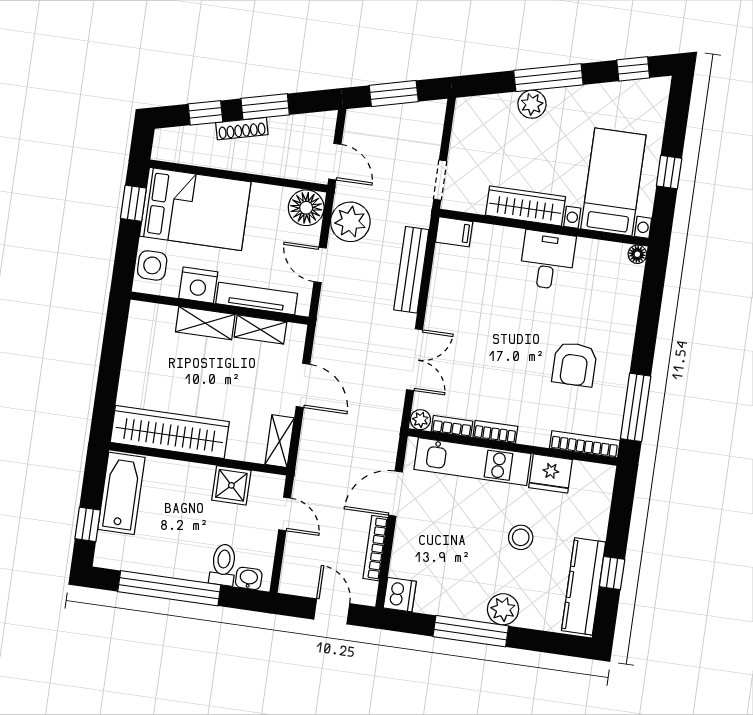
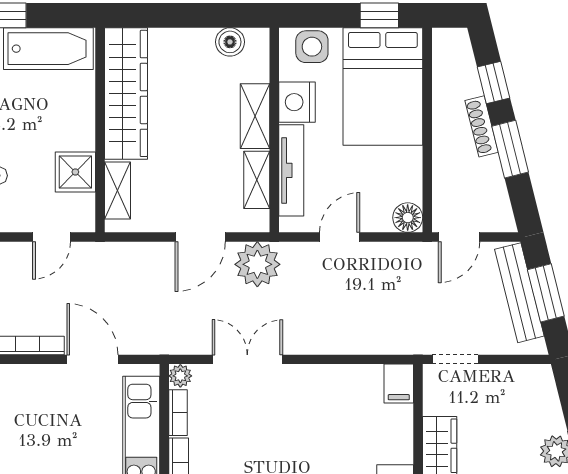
floor lamp: (306, 208) -> (408, 218), width x0.73, depth x0.73
plant: (350, 222) -> (257, 264), moved
bench: (411, 270) -> (519, 293), moved, turned 76
boiler: (138, 336) -> (230, 42), added
double door: (415, 360) -> (247, 359), swing flipped
shelving: (280, 441) -> (118, 191), moved, turned 90

